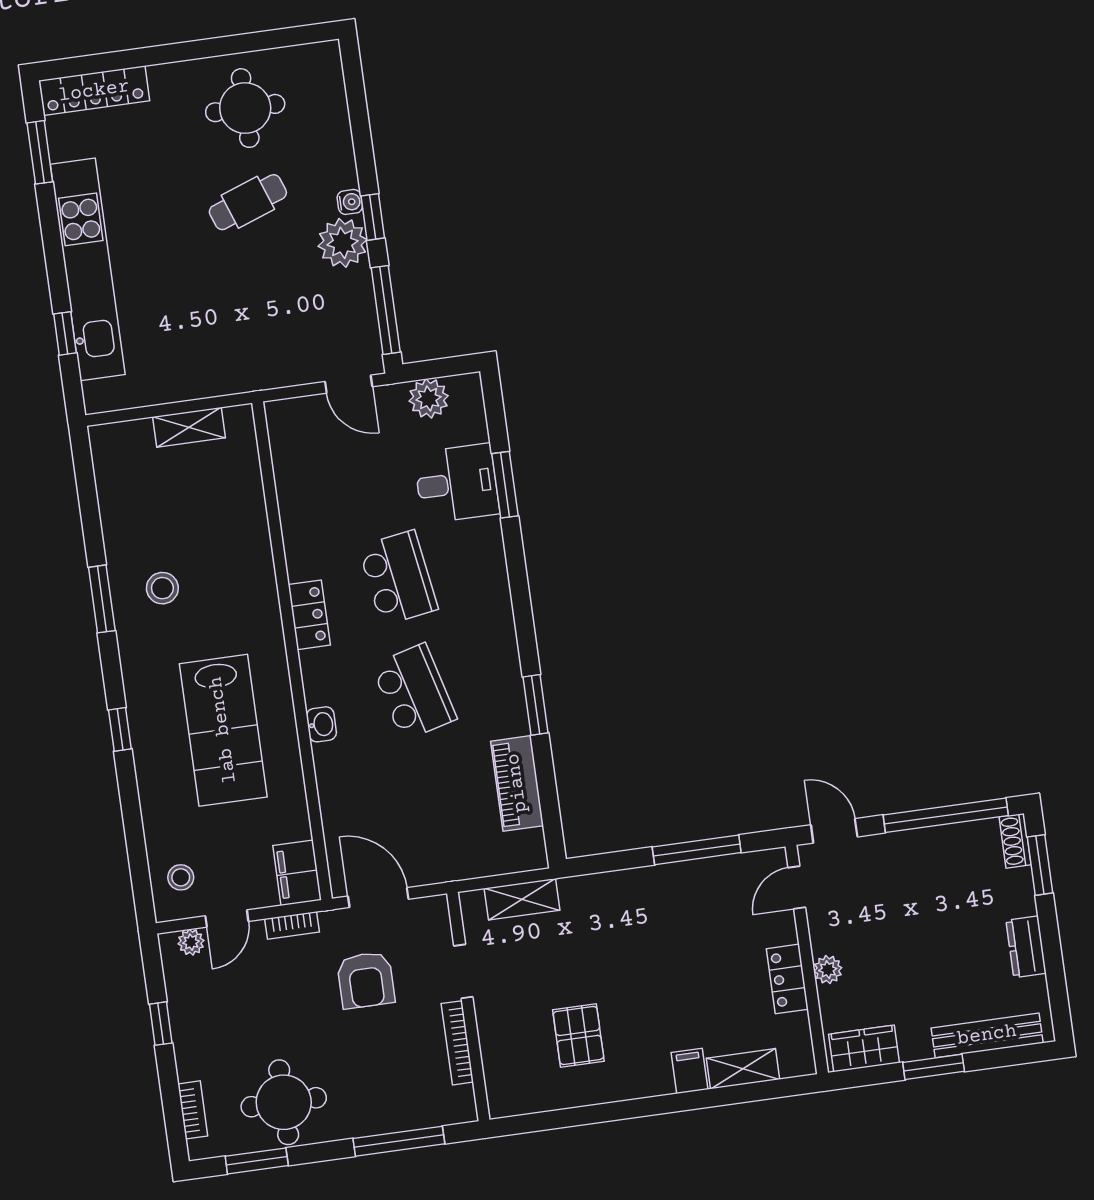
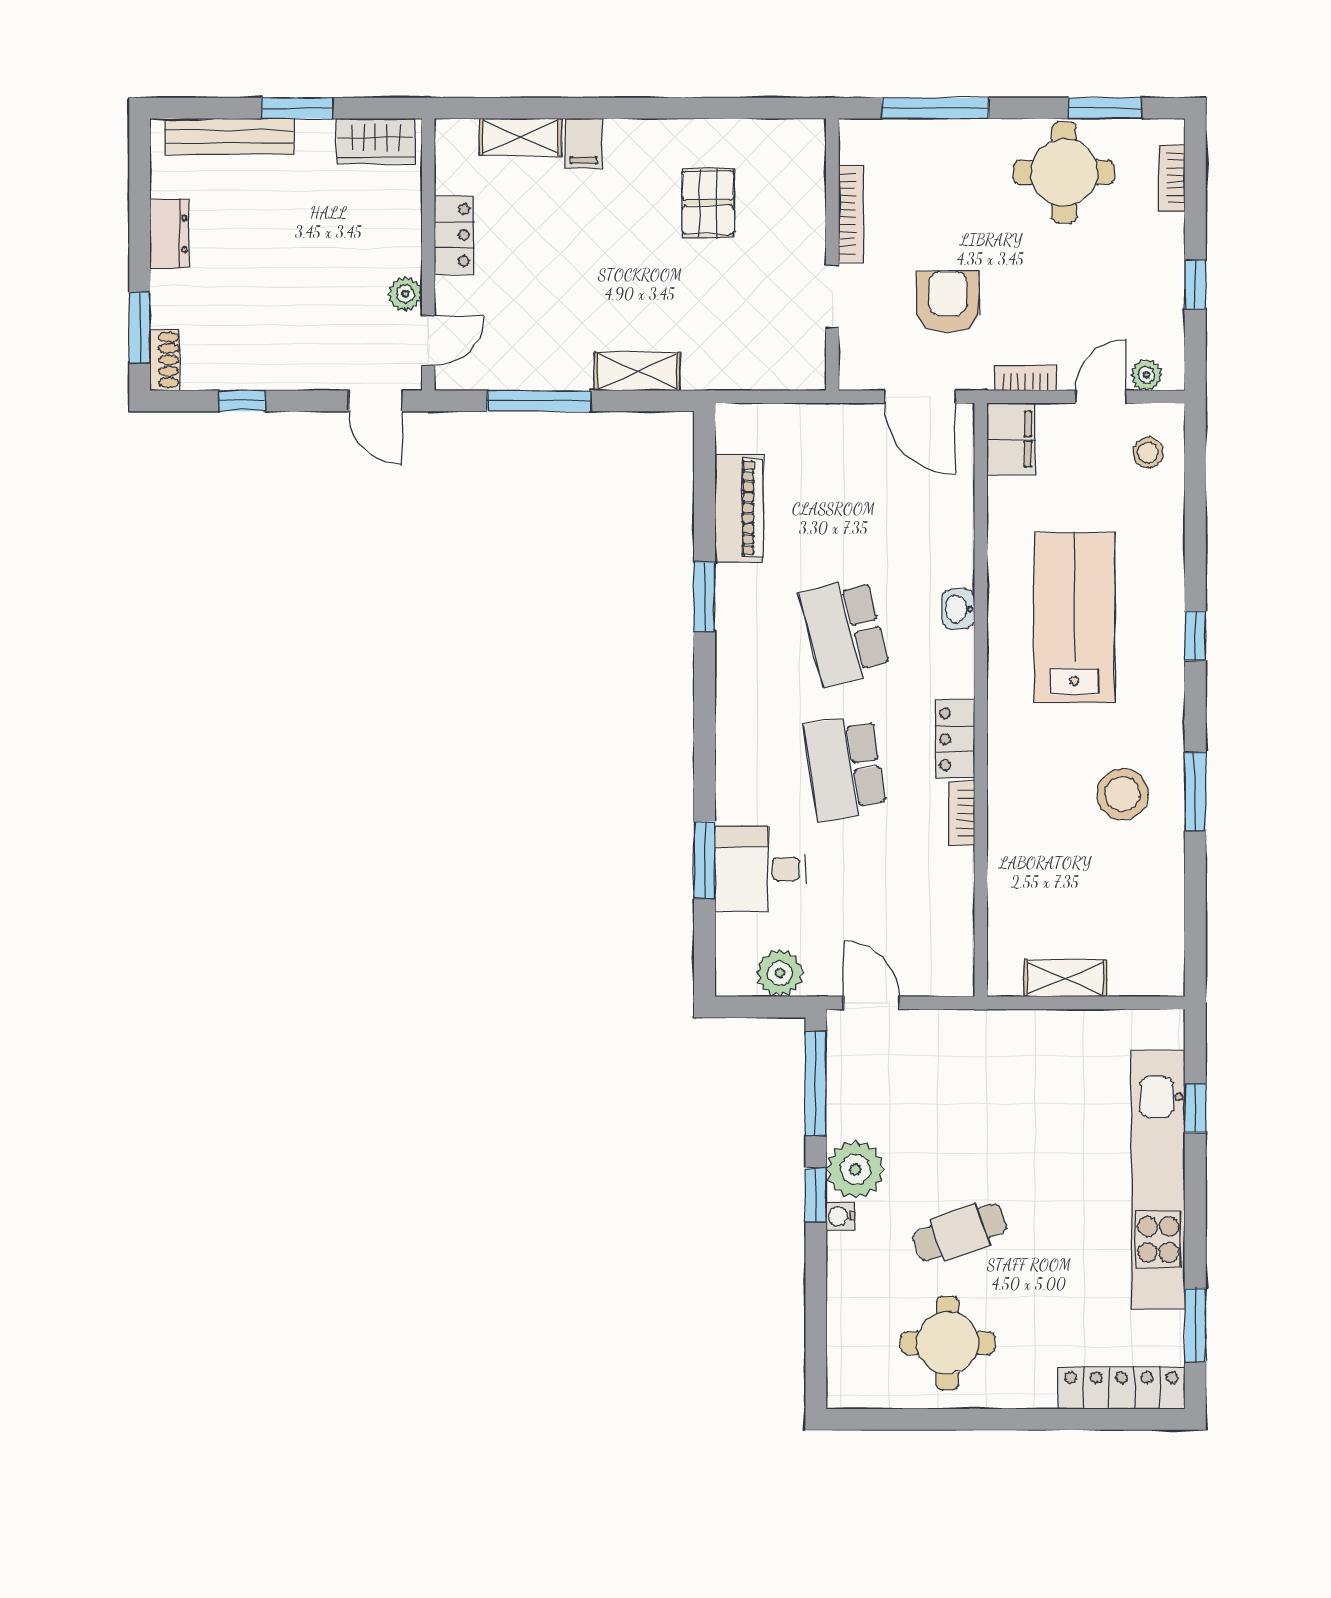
bookcase: (295, 554) -> (962, 813), added
stool: (162, 588) -> (1123, 794), width x1.38, depth x1.38
window: (946, 815) -> (242, 401), width x0.32
shelving: (522, 899) -> (637, 371), moved
plant: (828, 970) -> (405, 294), moved

